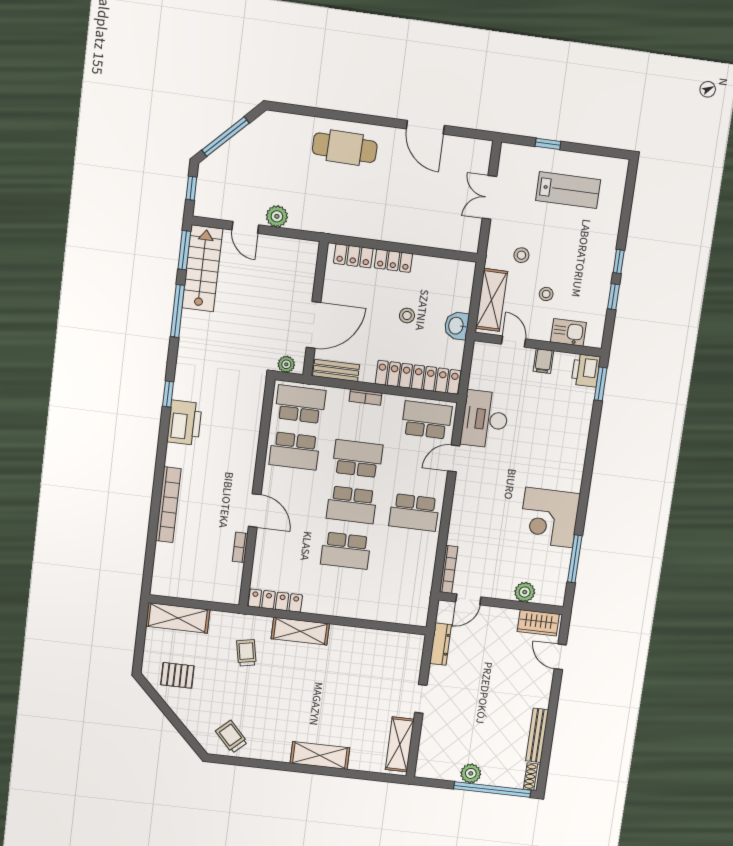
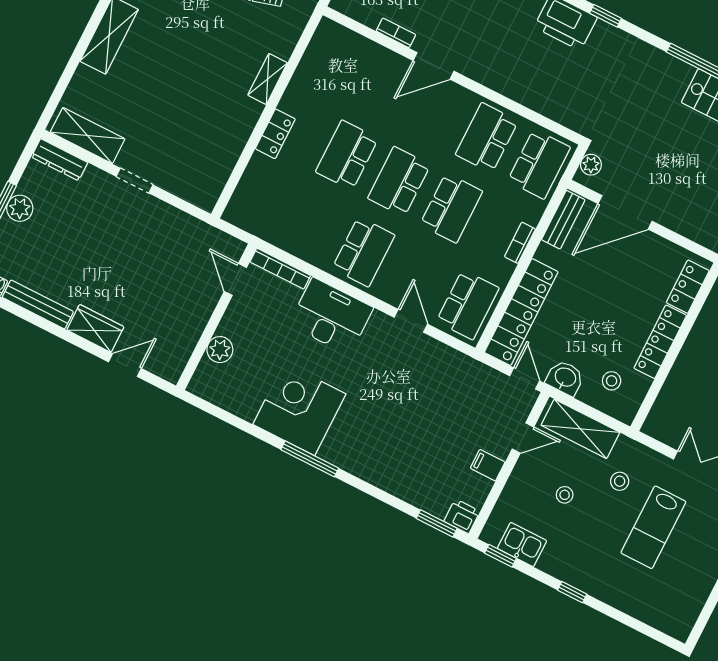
lab bench: (568, 190) -> (653, 527), moved
locker: (393, 261) -> (660, 342), width x1.53
window: (613, 297) -> (500, 556), moved
stool: (407, 315) -> (612, 381), moved
door: (313, 325) -> (625, 212), hinge flipped
kitchen sink: (568, 332) -> (522, 545), moved, turned -90
door: (468, 357) -> (525, 378), added
printer: (586, 370) -> (462, 516), width x0.73, depth x0.81
desk: (485, 419) -> (331, 316), moved
school desk: (414, 512) -> (363, 252), turned 180
window: (575, 559) -> (310, 459), moved
locker: (275, 601) -> (275, 134), moved, width x0.66
wardrobe: (538, 623) -> (95, 328), moved, turned 90
shelving: (300, 631) -> (268, 79), width x0.67, depth x0.75
dresser: (440, 644) -> (60, 160), moved

